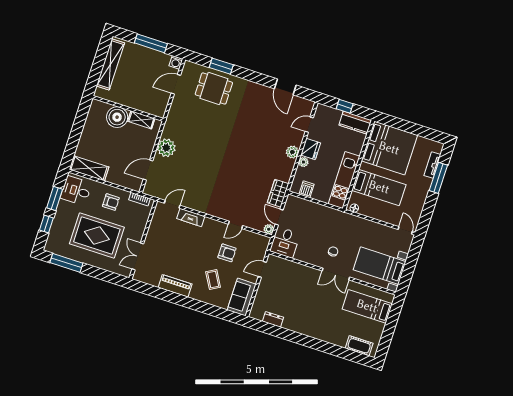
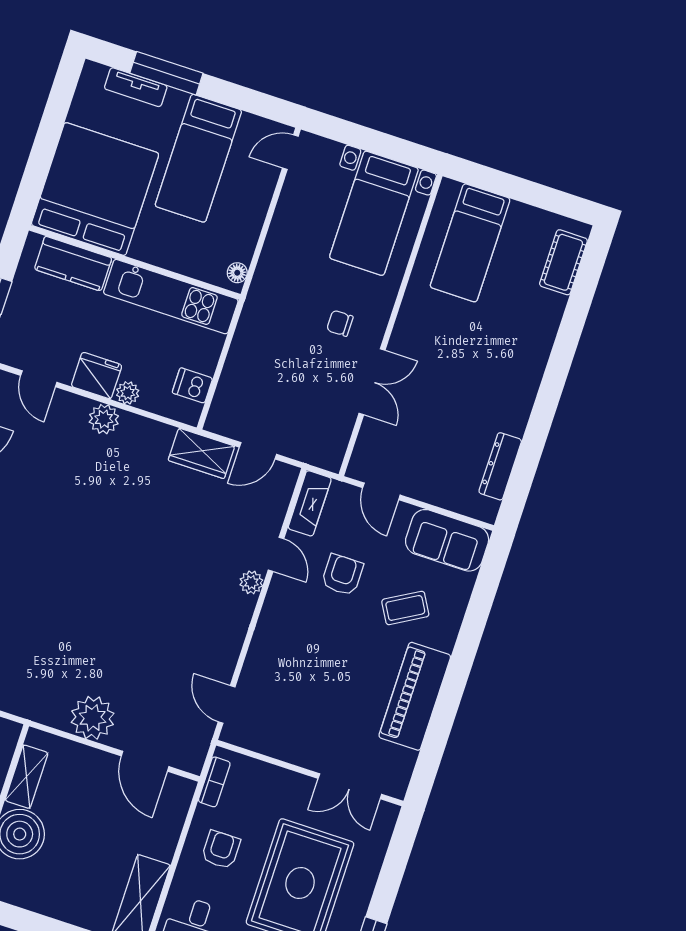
kitchen counter: (355, 123) -> (73, 264), moved, turned 90
bed: (379, 187) -> (198, 158), moved, turned 180
fireplace: (191, 217) -> (310, 503), moved
plant: (269, 229) -> (251, 582), moved
desk: (285, 242) -> (318, 437), removed
double door: (336, 274) -> (372, 382), moved
piano: (175, 286) -> (415, 696), width x1.37, depth x1.33
dresser: (273, 319) -> (500, 466), width x1.44

